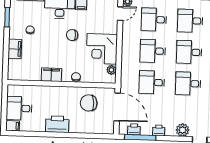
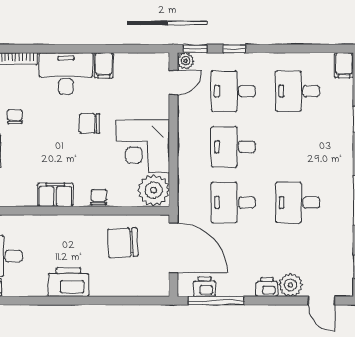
desk: (189, 52) -> (298, 147), removed
plant: (111, 70) -> (154, 190), width x1.87, depth x1.87
printer: (159, 130) -> (267, 287), moved

